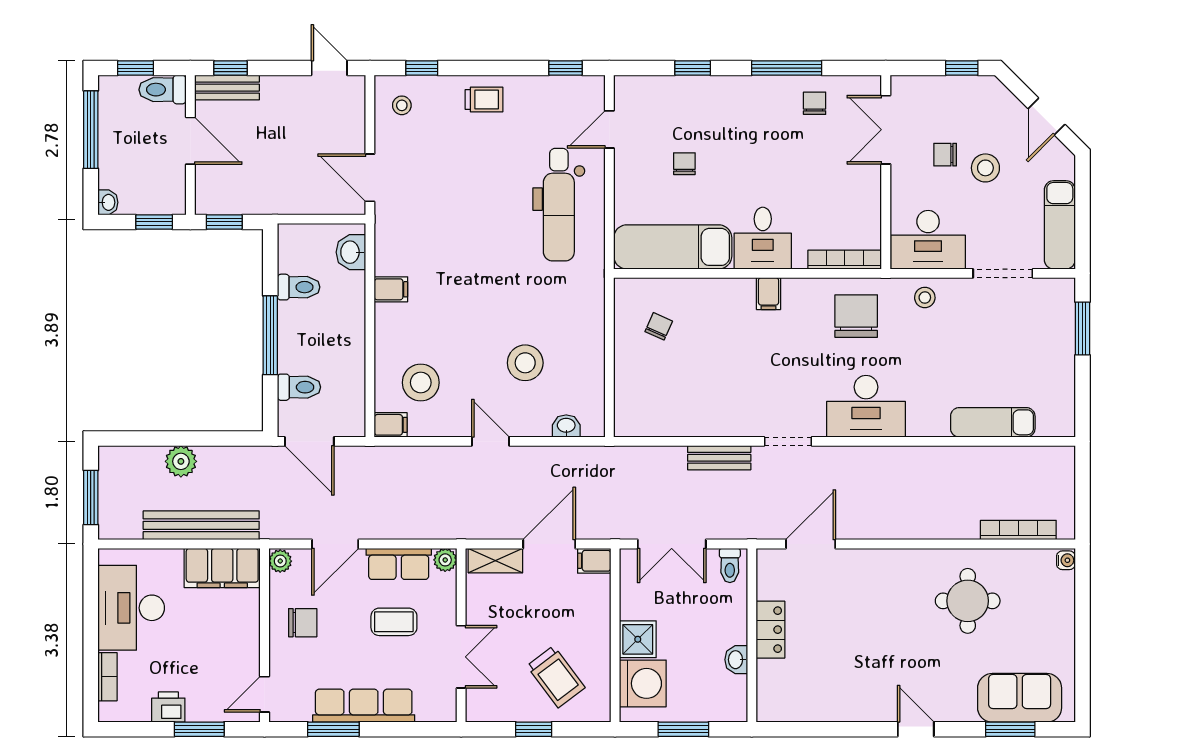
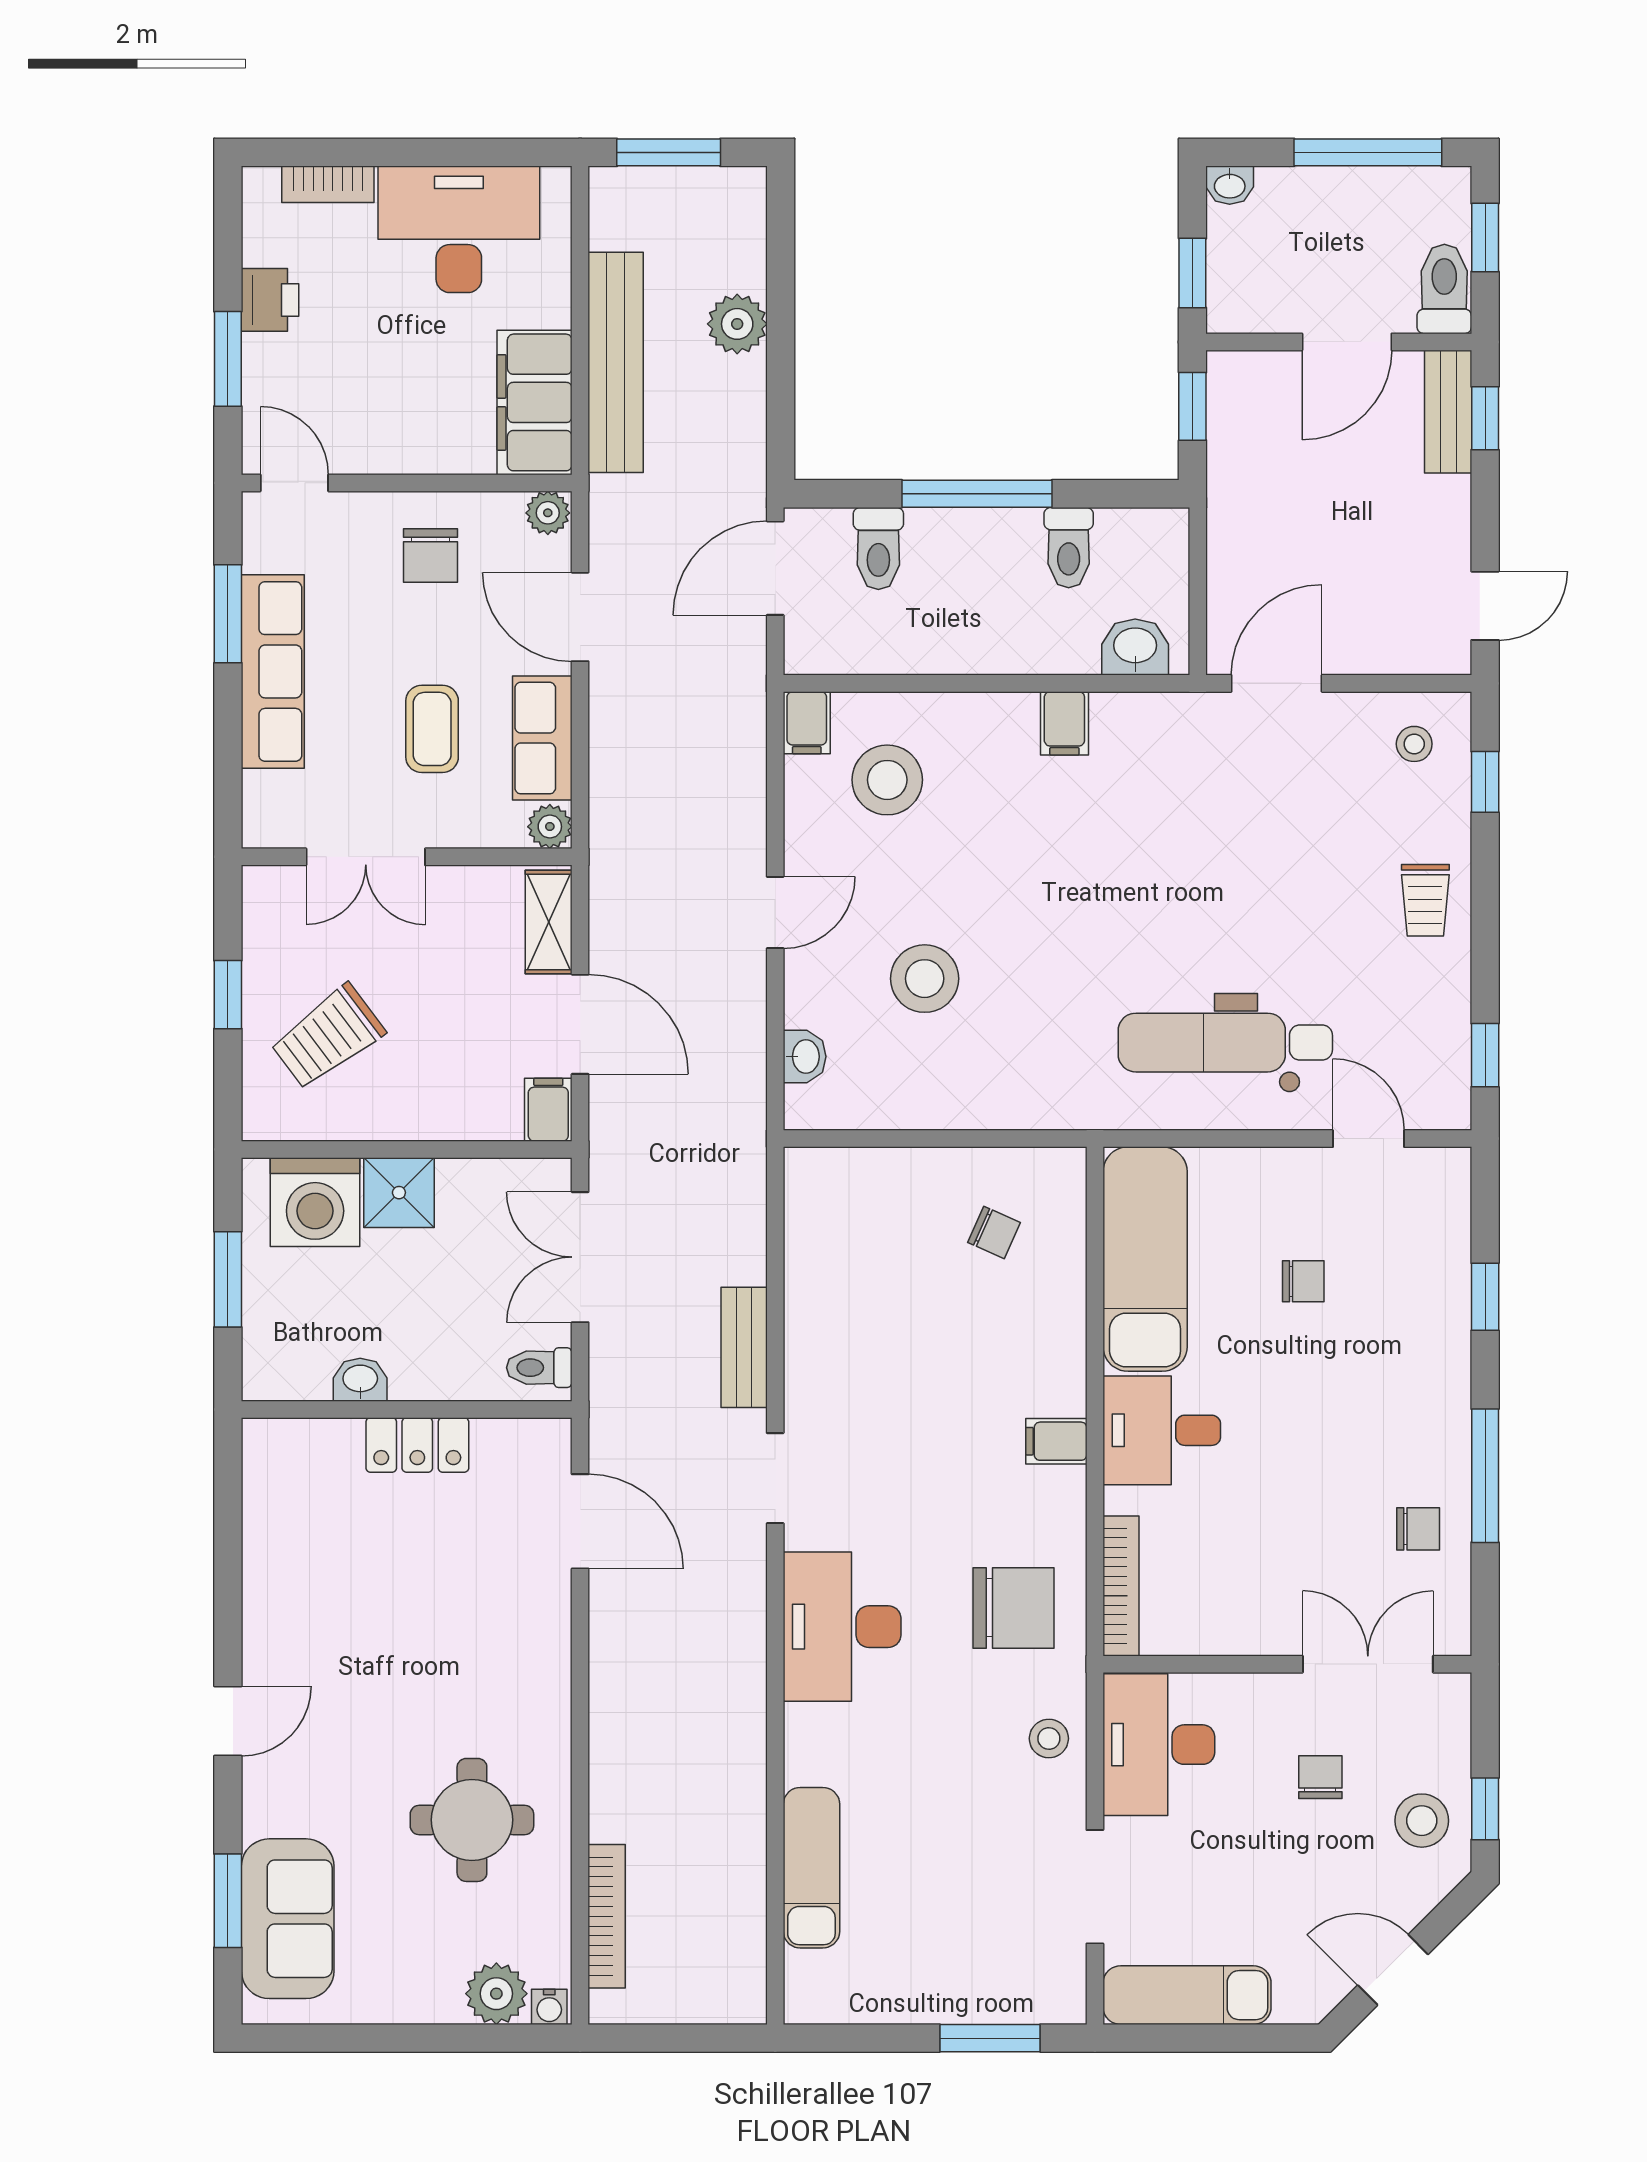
stool: (985, 168) -> (1422, 1821), moved
plant: (1059, 588) -> (496, 1994), added

